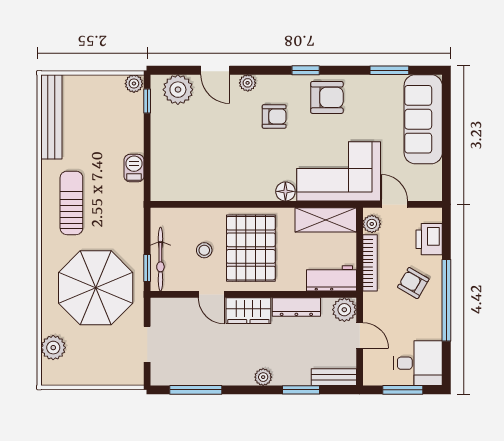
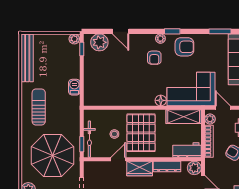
plant: (248, 83) -> (160, 39), moved
armchair: (274, 116) -> (154, 58), turned 90
door: (211, 294) -> (118, 159), swing flipped

